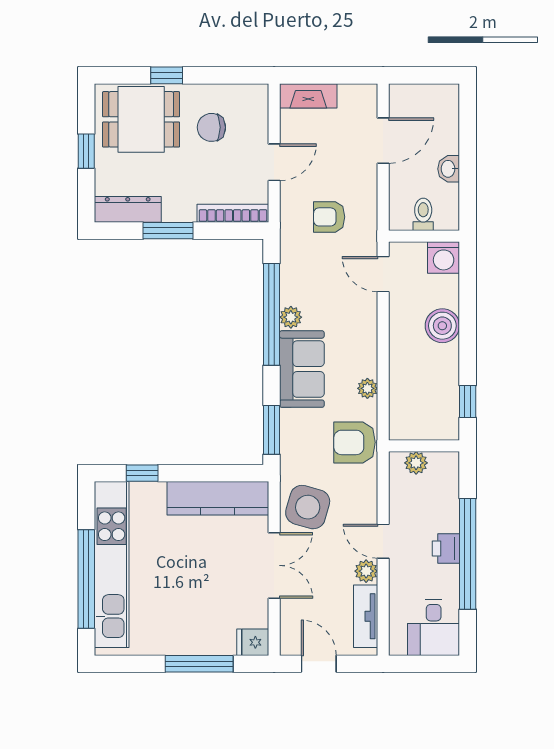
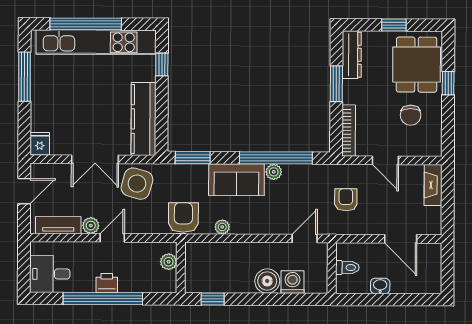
chair: (211, 127) -> (411, 115), turned 180
washing machine: (444, 257) -> (292, 282), moved, turned 90
window: (199, 664) -> (24, 77), moved

